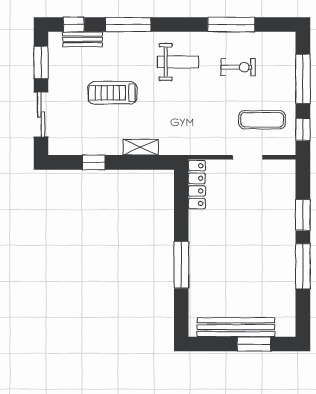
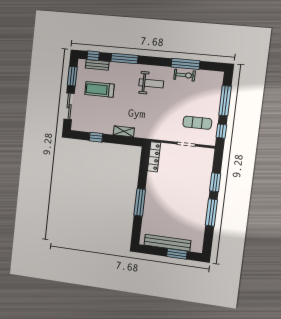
exercise bike: (238, 67) -> (185, 75), moved
treadmill: (112, 93) -> (99, 89), moved

